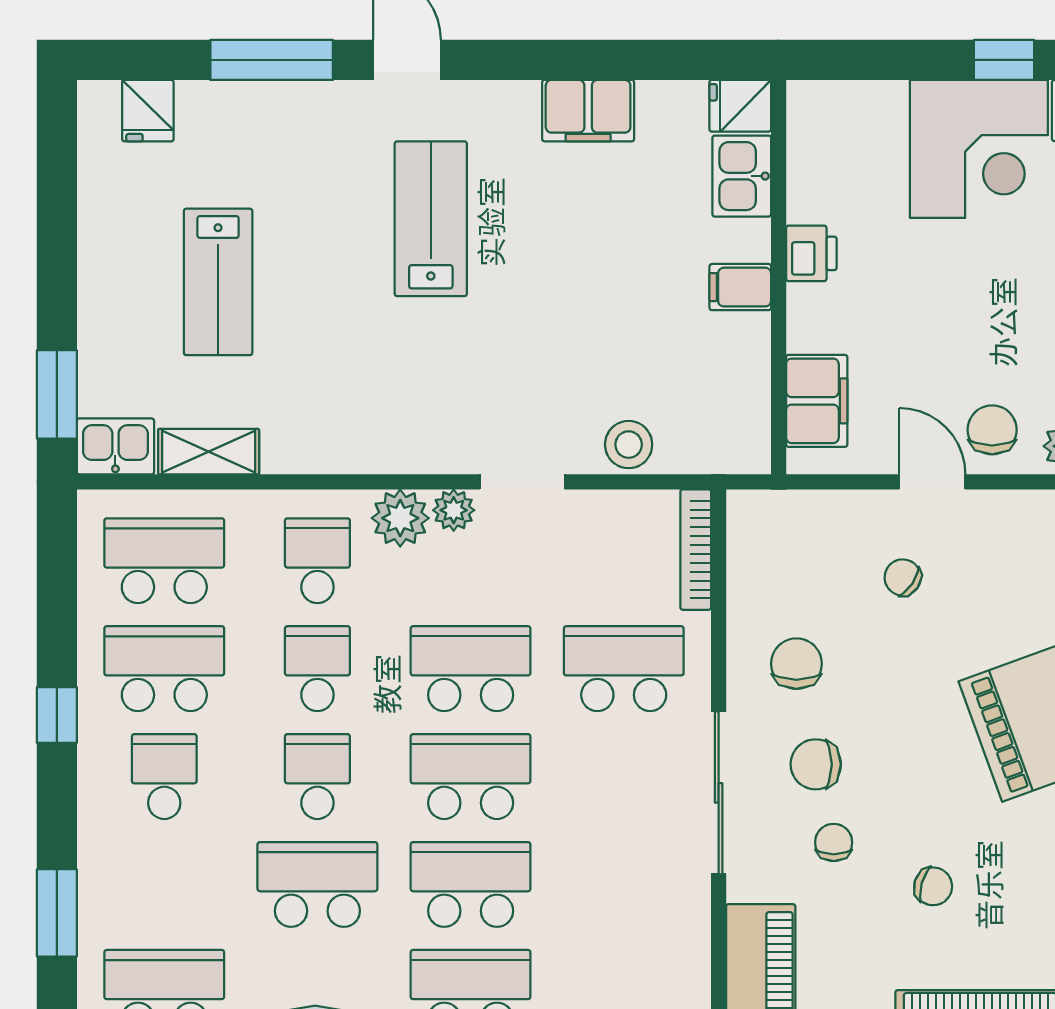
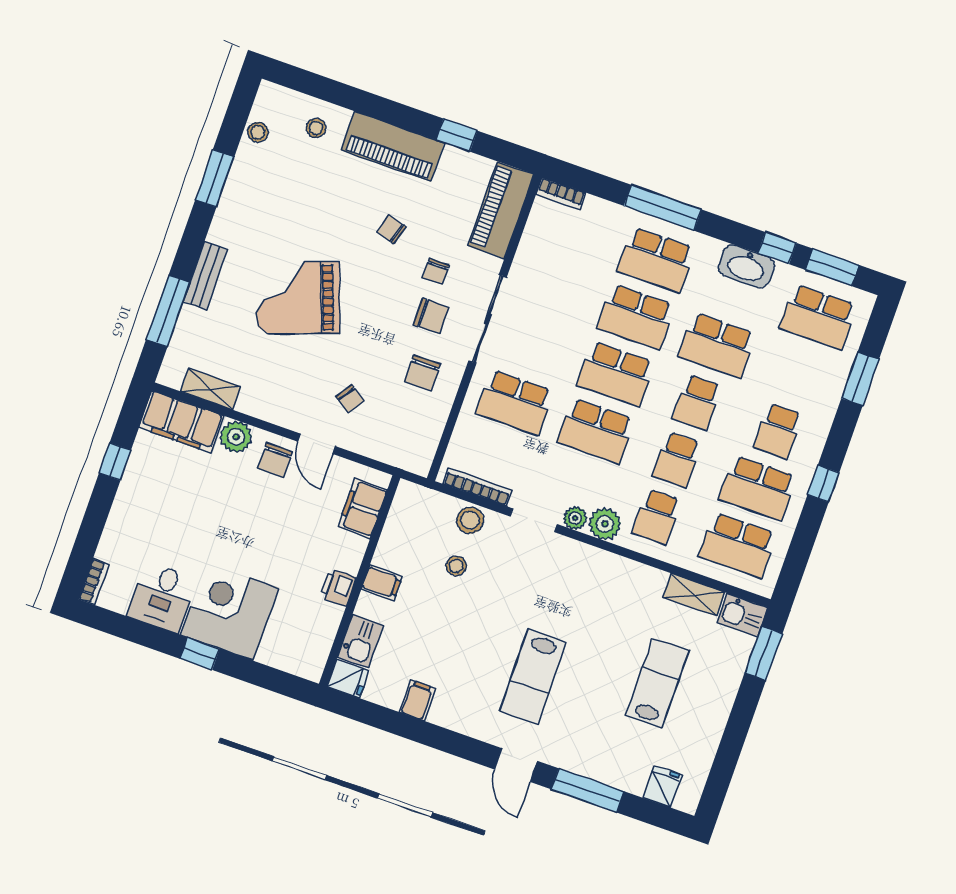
filing cabinet: (588, 111) -> (417, 700), width x0.50
stool: (625, 359) -> (456, 566), added
bookcase: (696, 550) -> (477, 487), moved, turned -90

